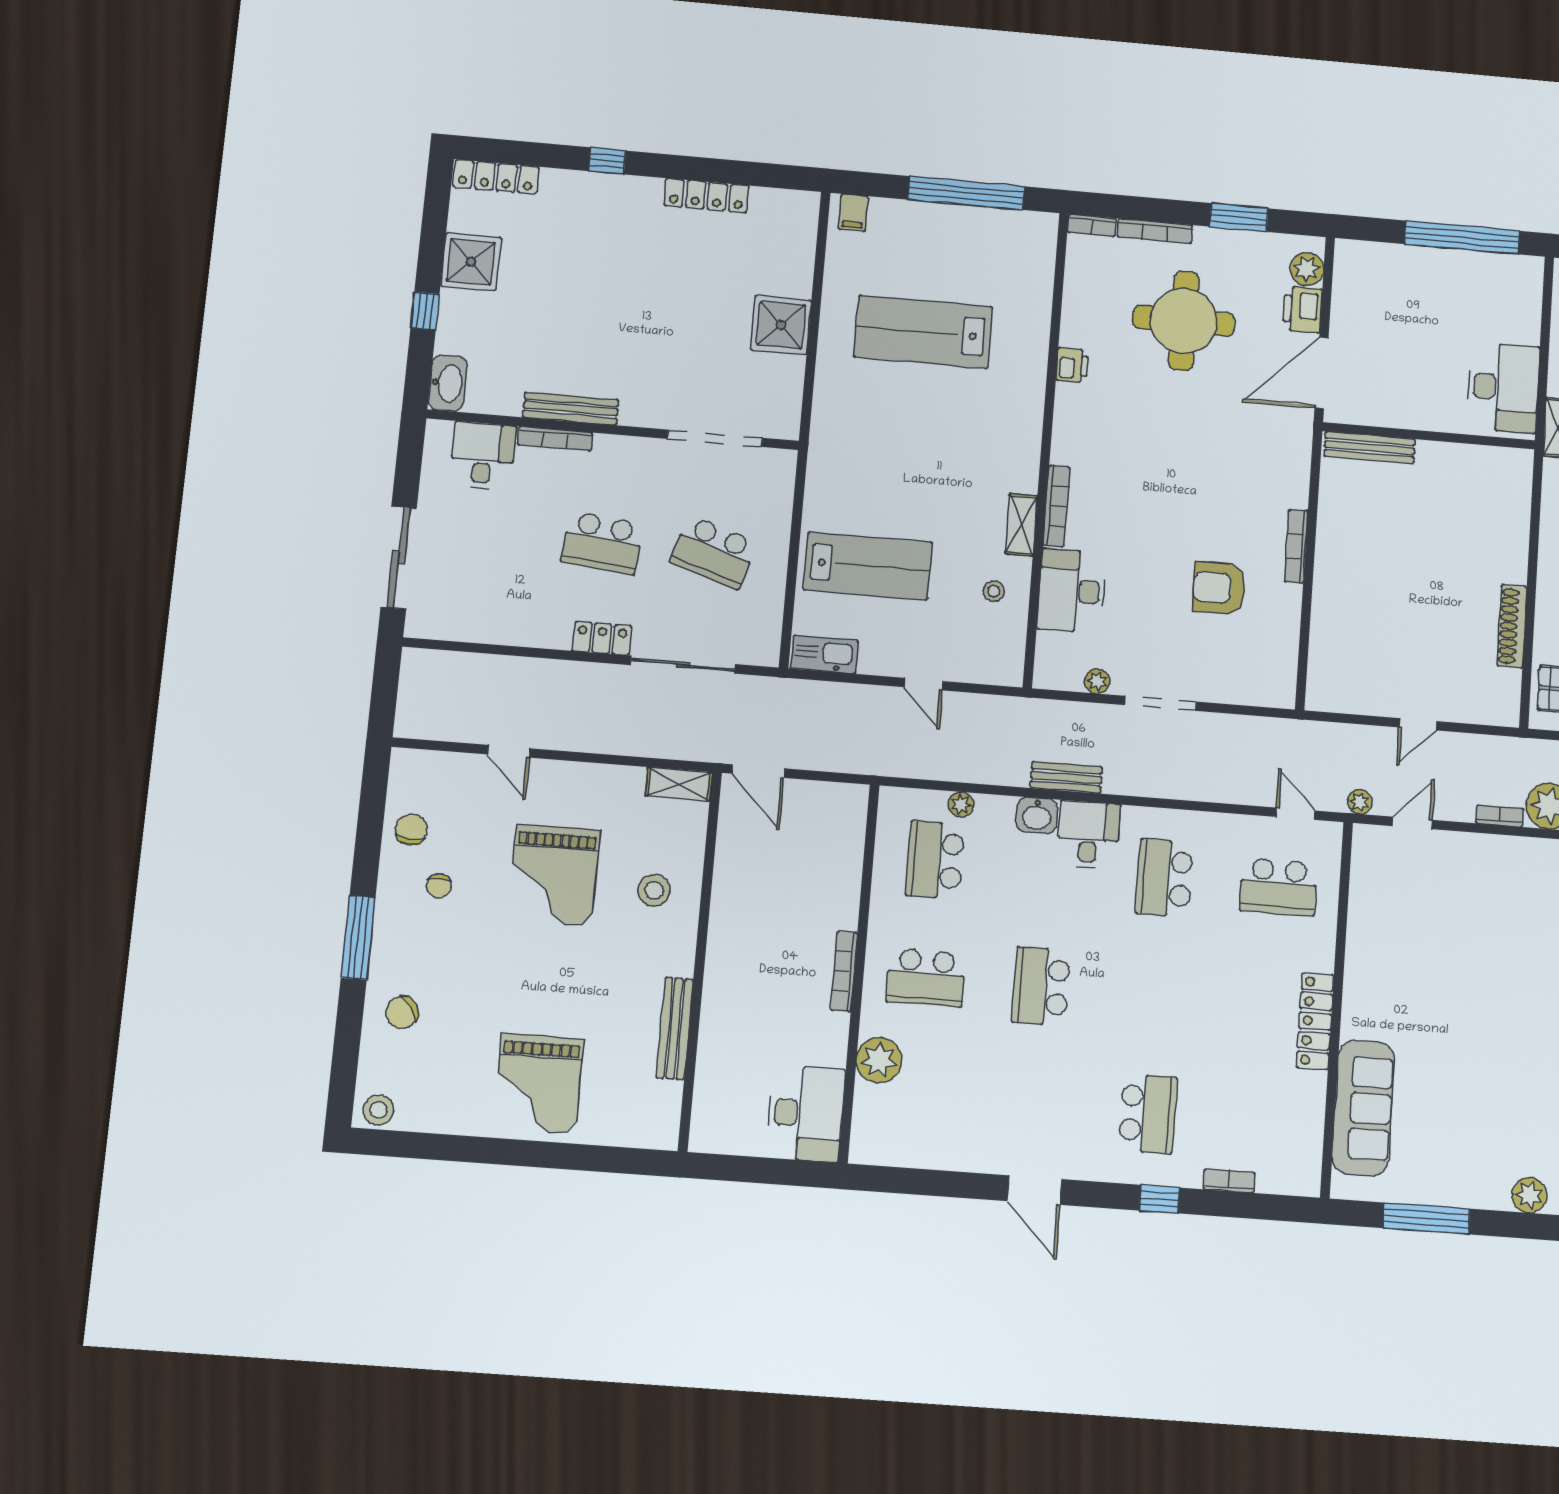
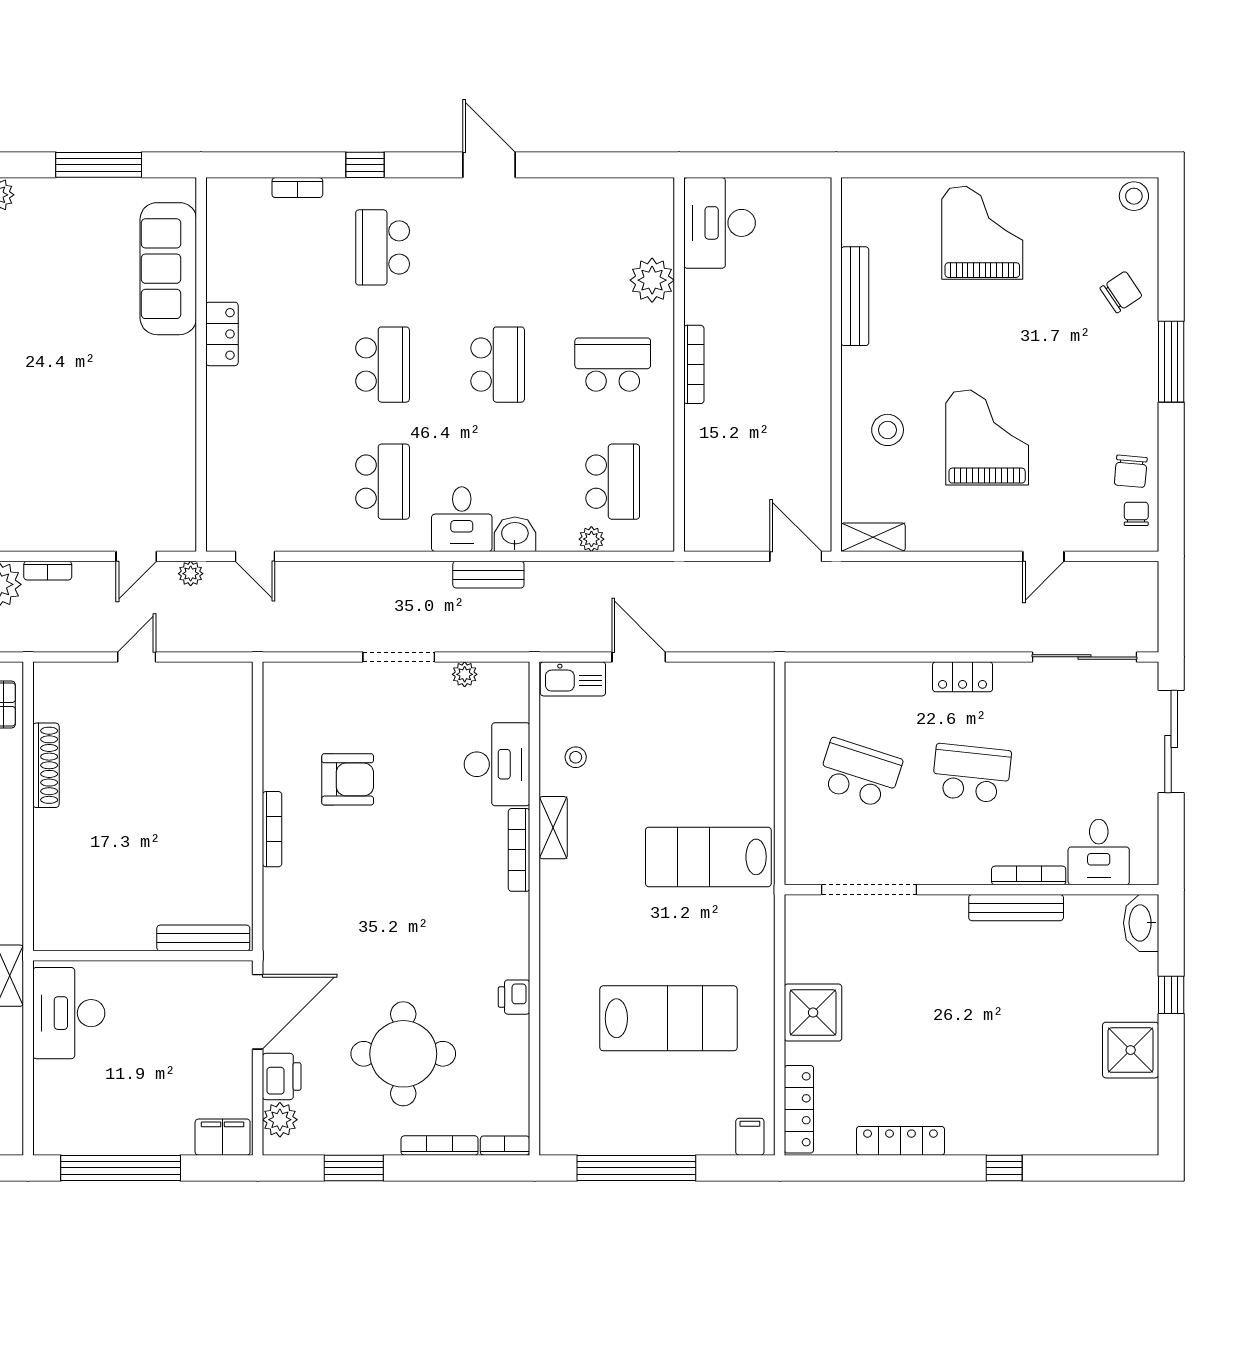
locker: (496, 177) -> (799, 1109), moved, turned 90
filing cabinet: (1363, 258) -> (223, 1137), added
lab bench: (868, 566) -> (708, 857), moved
kitchen sink: (824, 654) -> (573, 679), moved
sliding door: (683, 665) -> (1084, 657), moved
door: (923, 684) -> (639, 657), width x1.38
door: (509, 751) -> (1043, 556), swing flipped
chair: (439, 886) -> (1136, 514), moved
school desk: (1278, 887) -> (383, 365), moved, turned 90
locker: (1315, 1021) -> (222, 334), width x0.66

